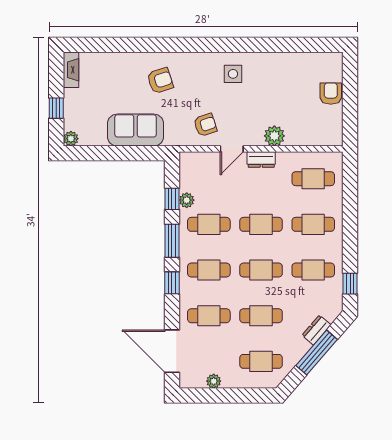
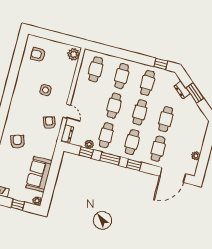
side table: (233, 74) -> (46, 90), moved
armchair: (331, 94) -> (38, 55), moved
sofa: (136, 130) -> (39, 174), moved
plant: (274, 136) -> (74, 54), moved
dresser: (261, 159) -> (67, 134), moved
window: (317, 353) -> (195, 93), width x0.69
cafe table: (261, 361) -> (192, 126), removed

